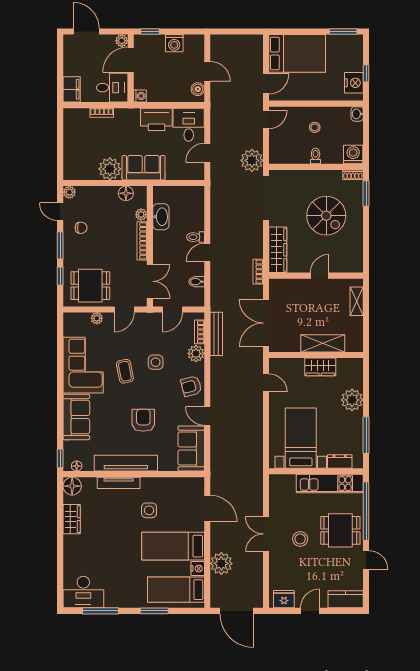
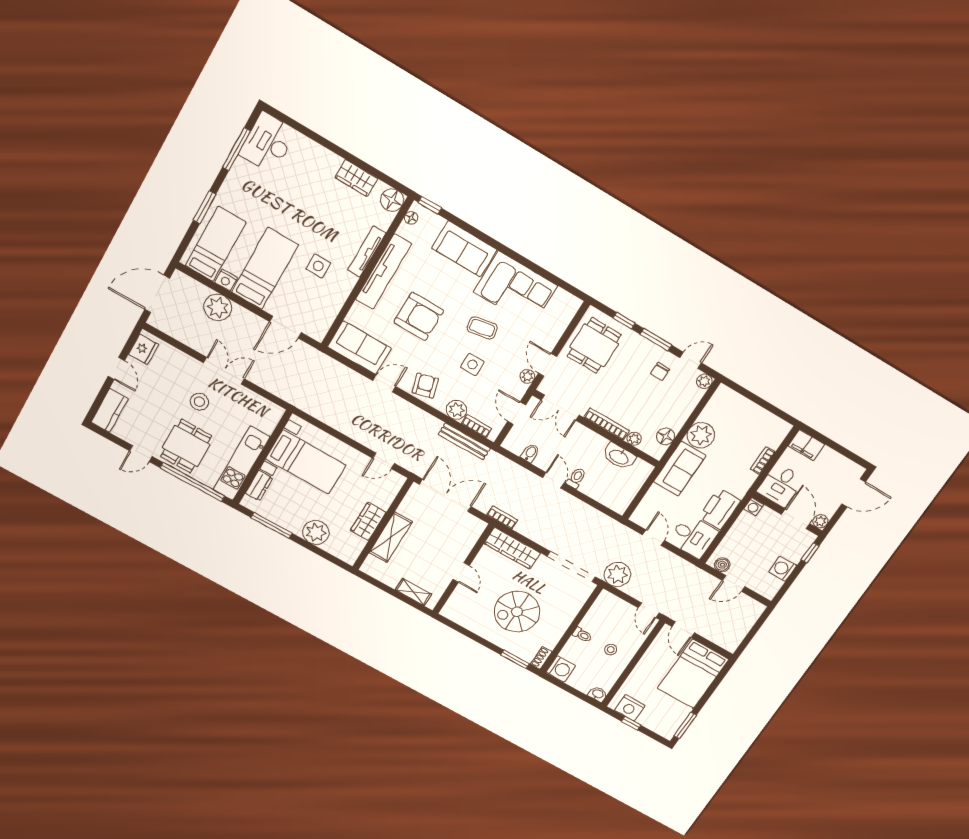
plant: (97, 318) -> (528, 376), moved
armchair: (143, 420) -> (419, 316), width x1.36, depth x1.36

